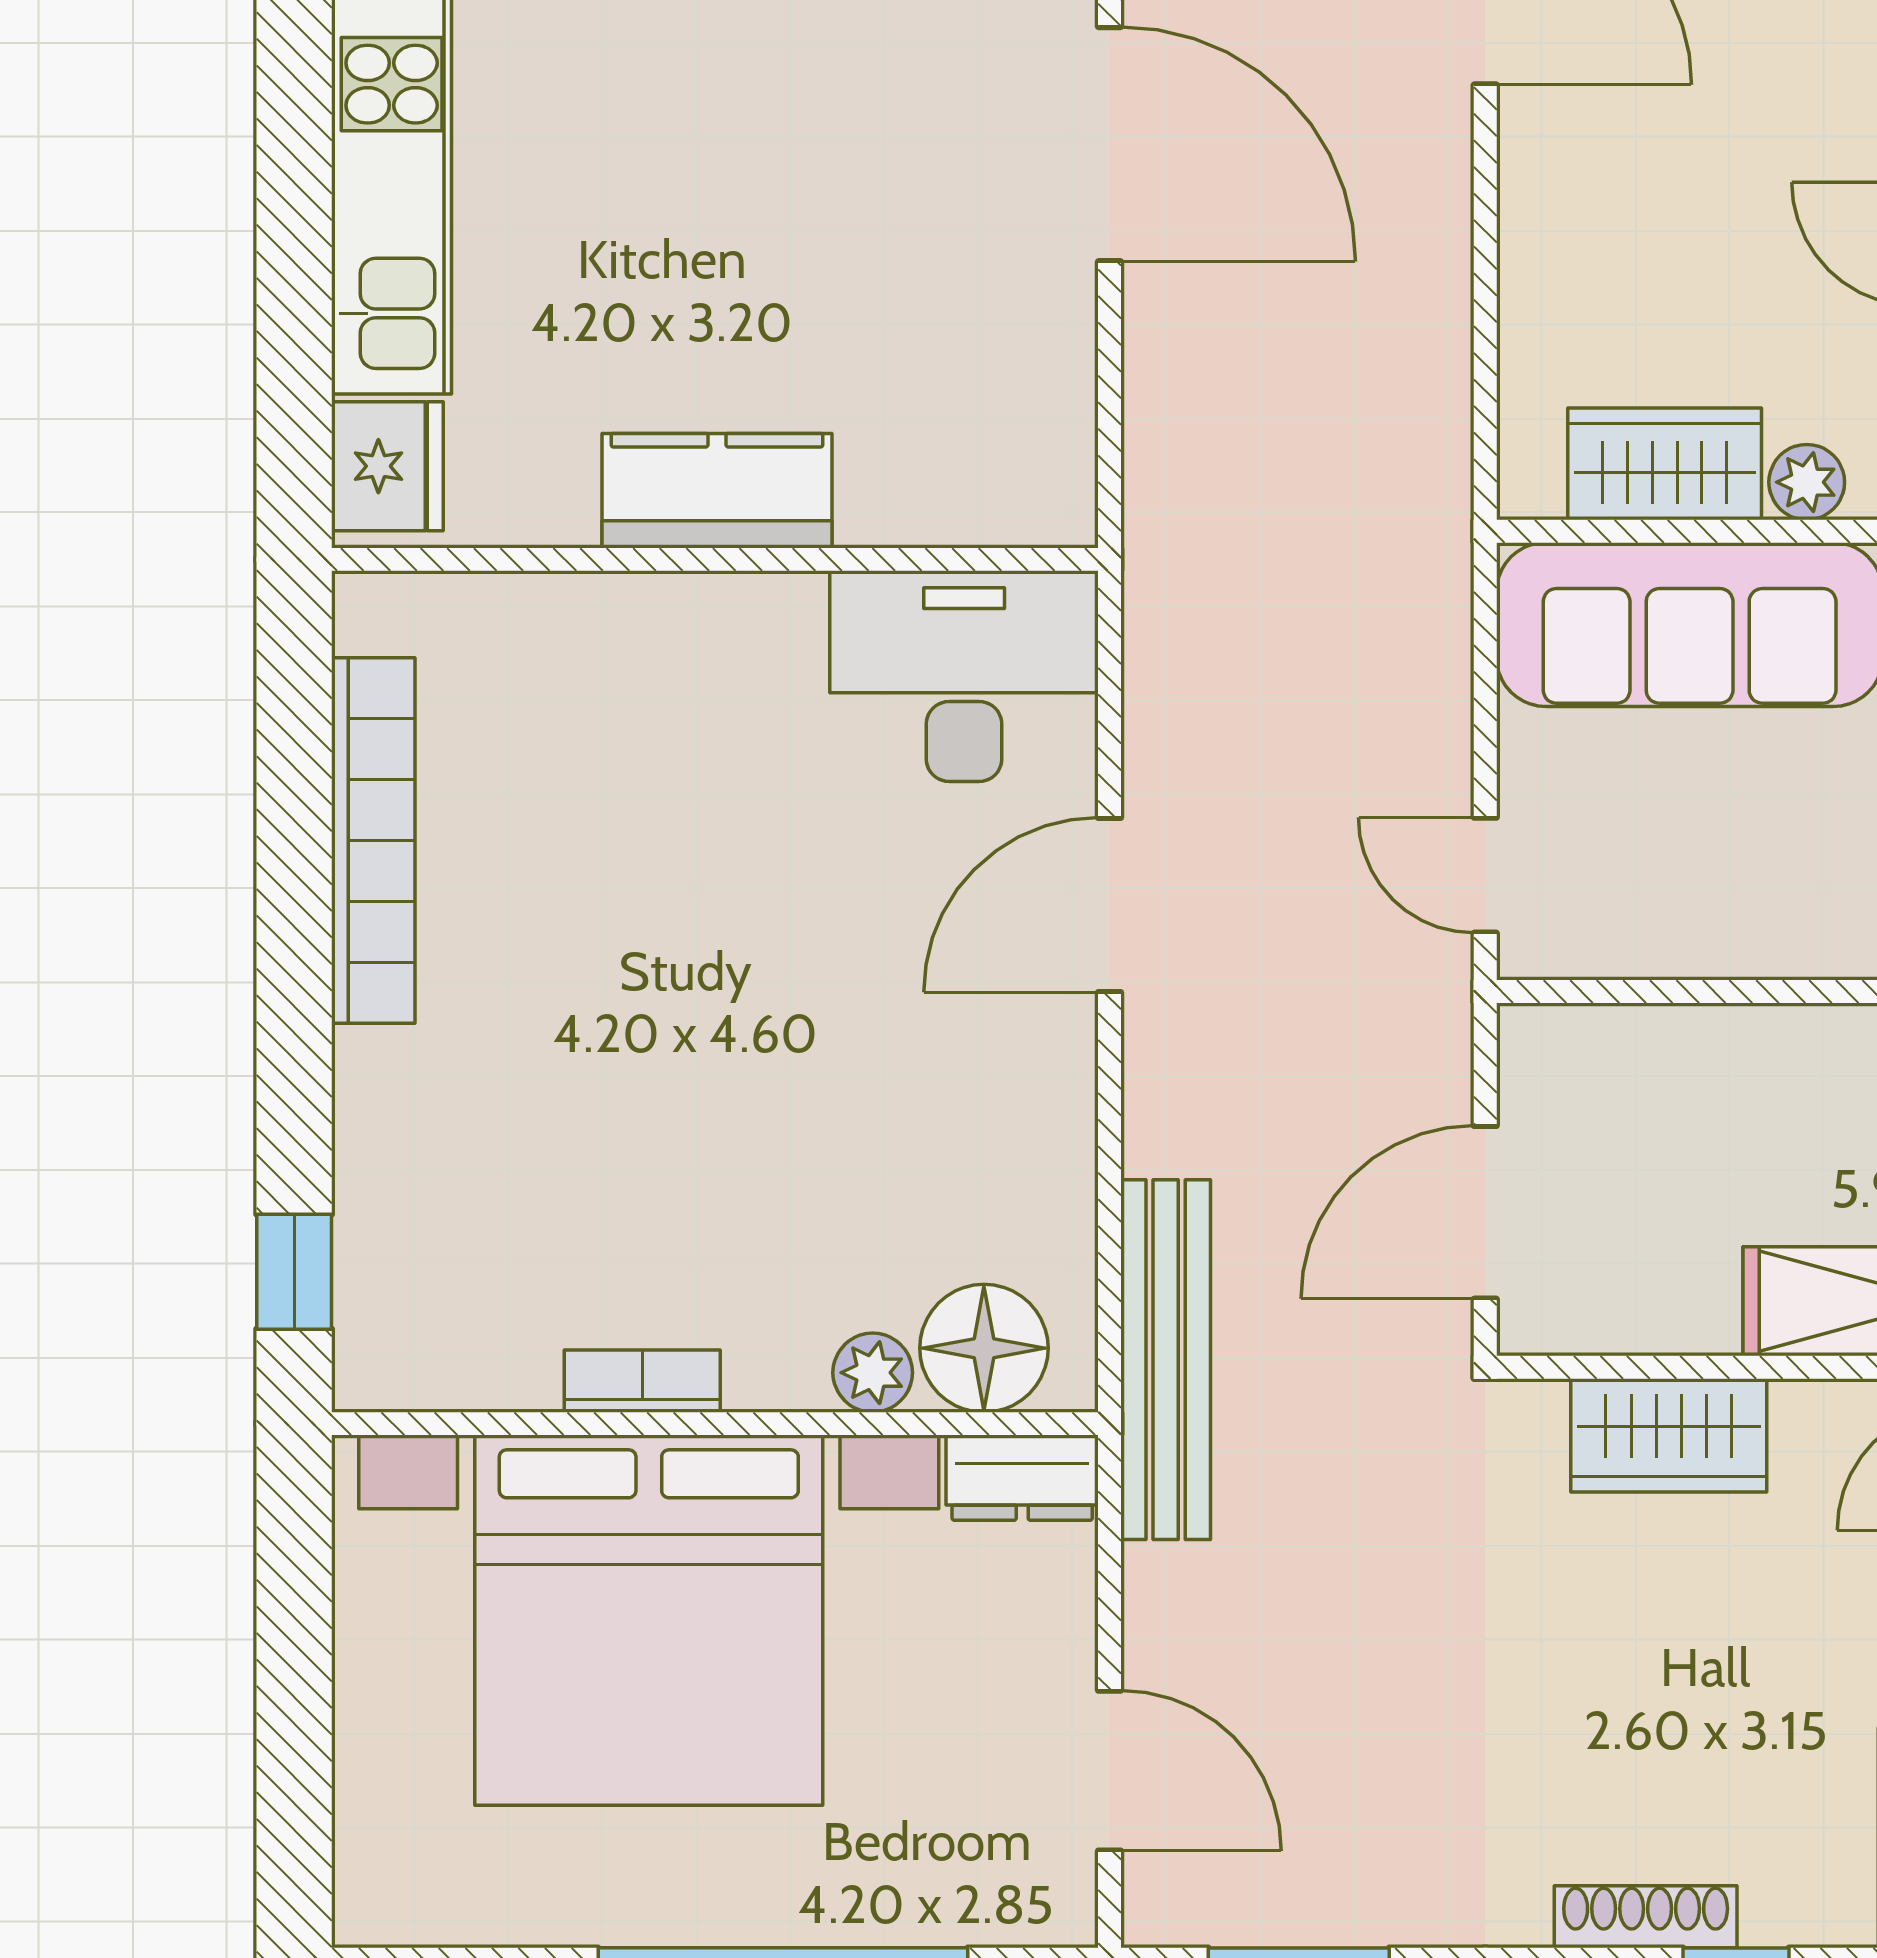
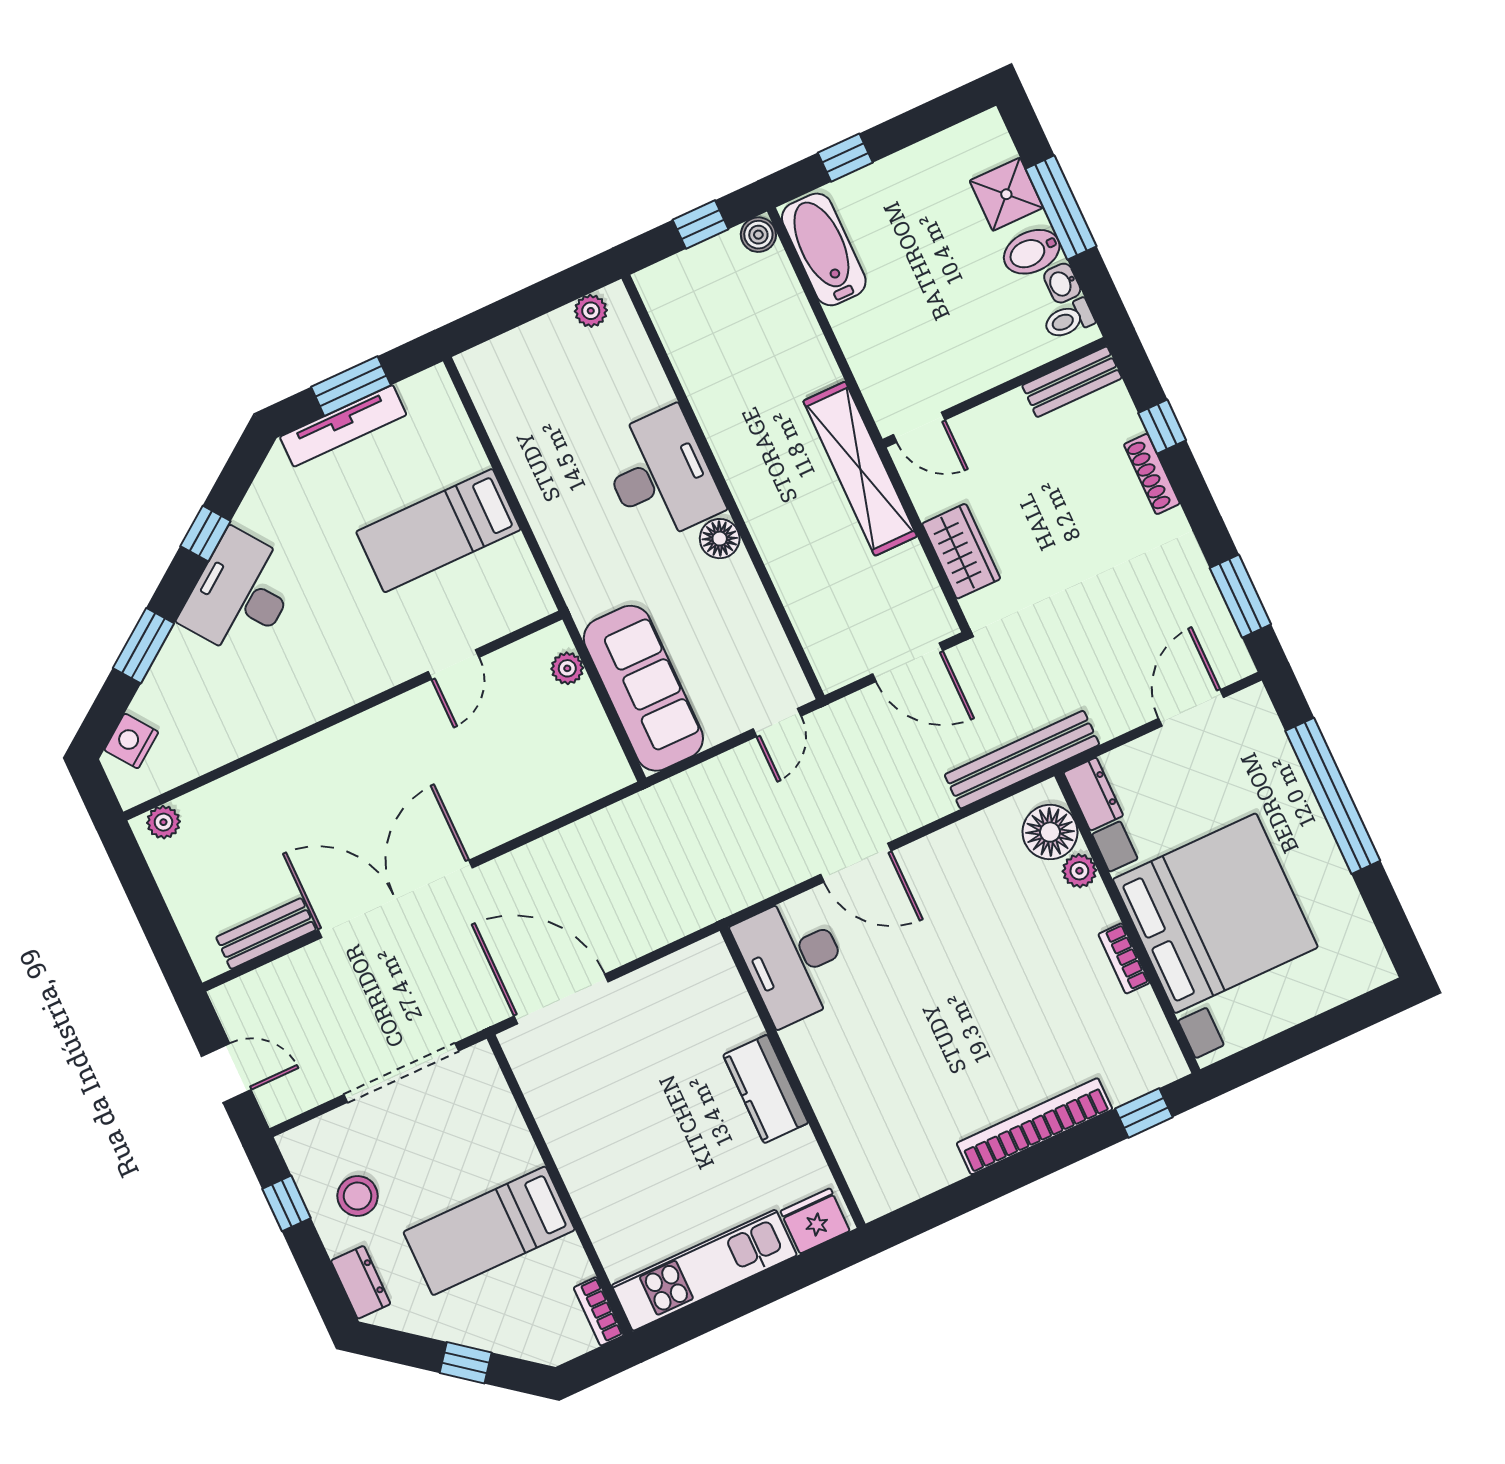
door: (1110, 144) -> (561, 999), hinge flipped
wardrobe: (1665, 464) -> (586, 727), removed
bookcase: (373, 840) -> (1034, 1126), moved

